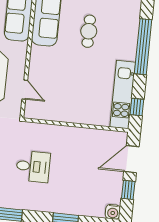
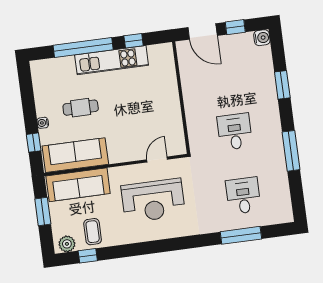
kitchen unit: (123, 95) -> (112, 60), moved
window: (137, 107) -> (134, 41), moved

